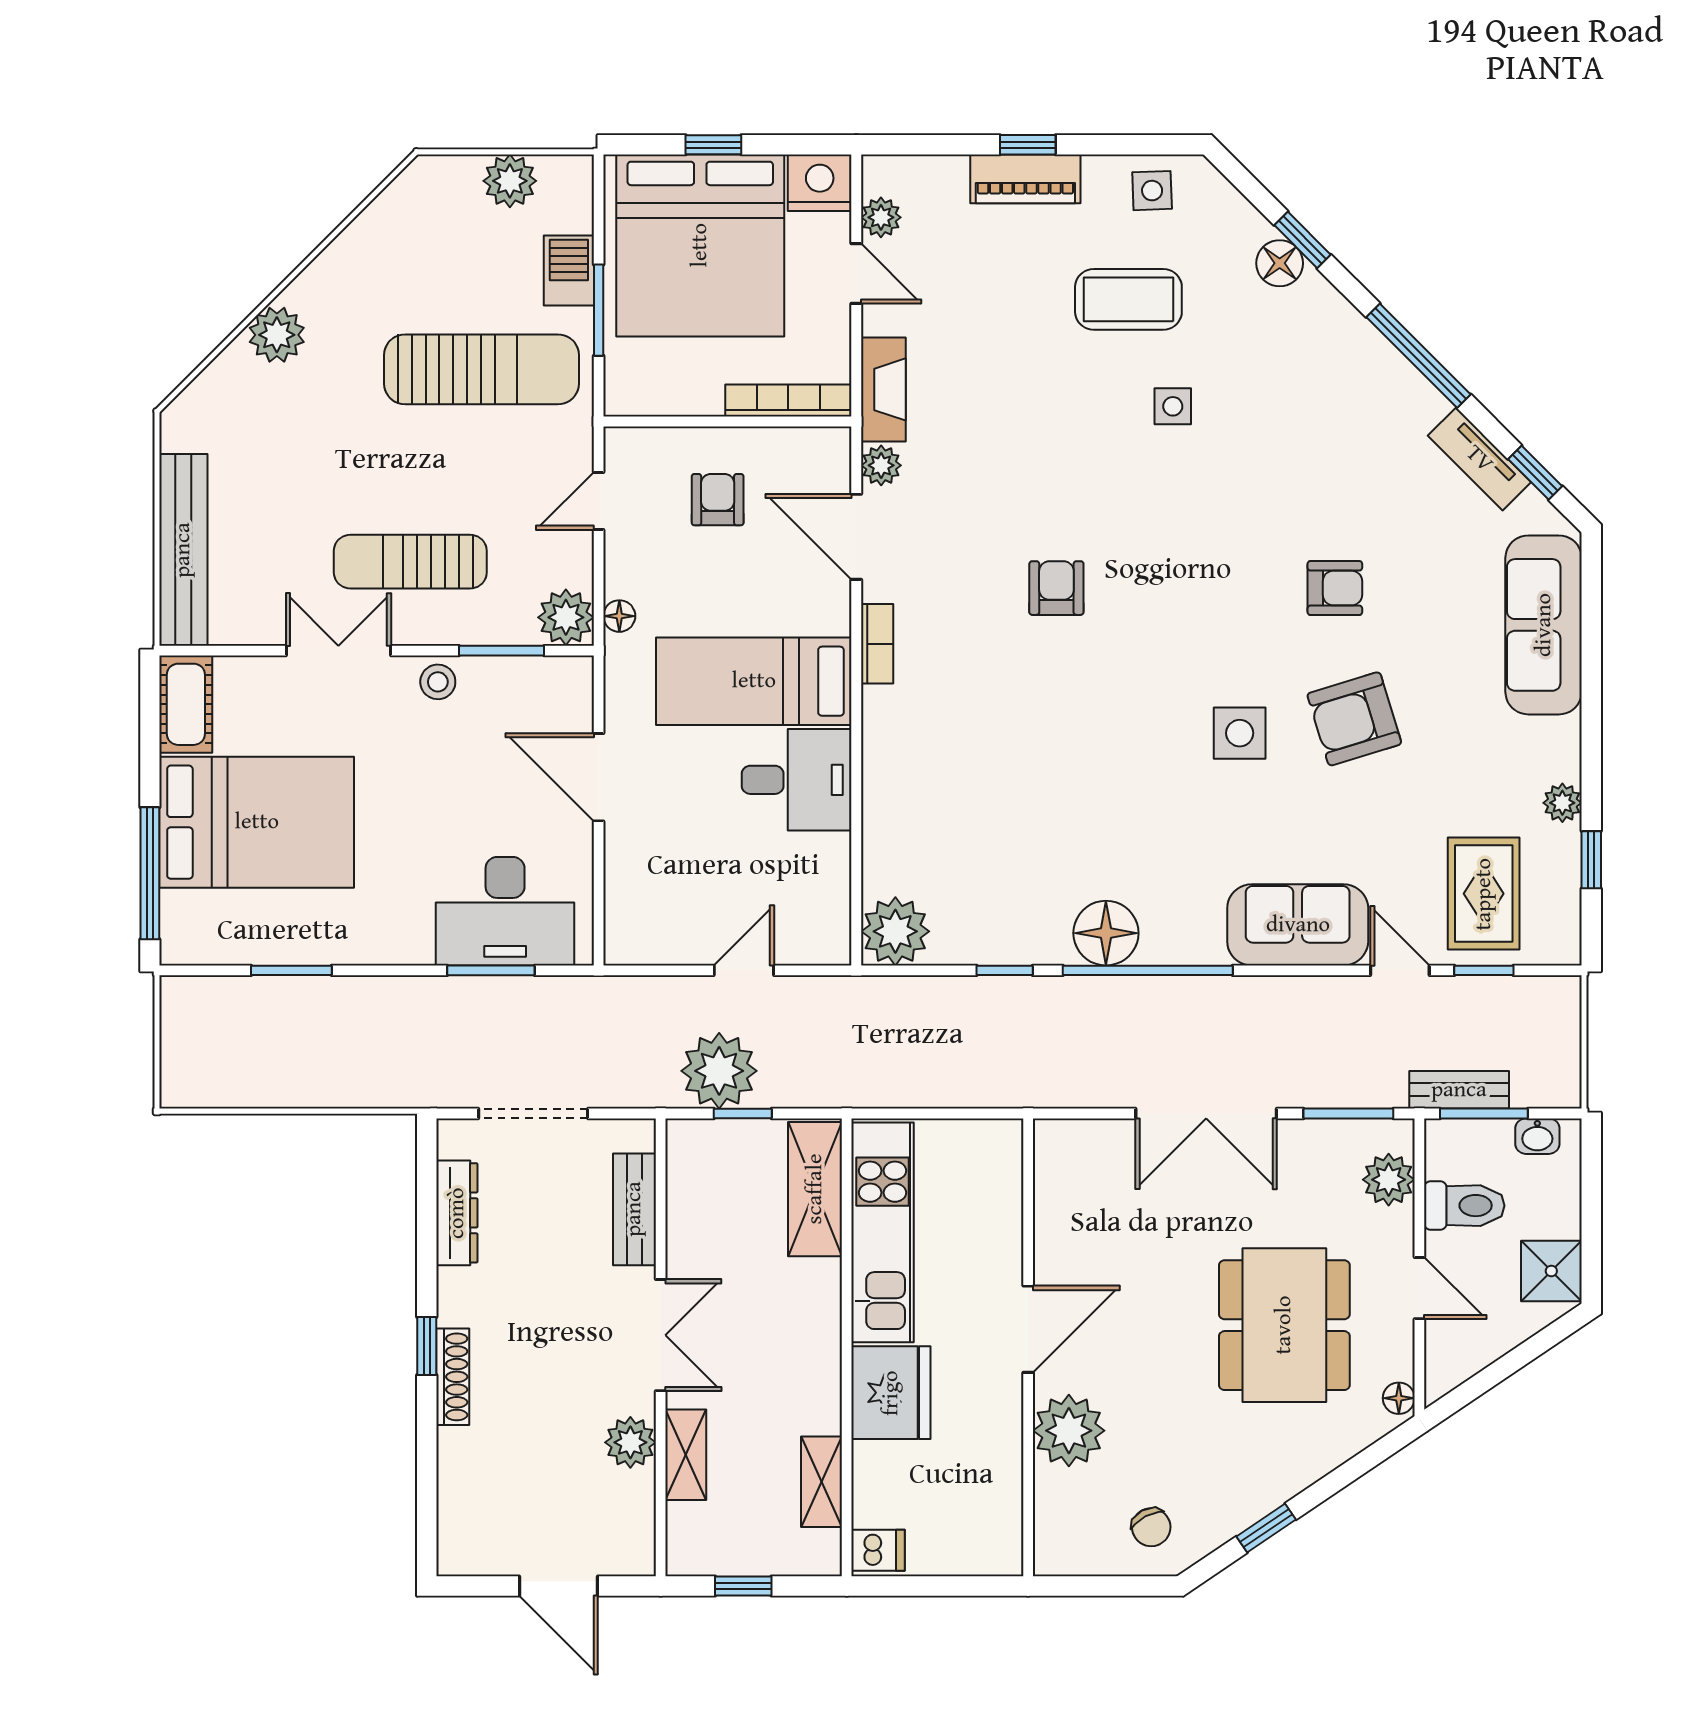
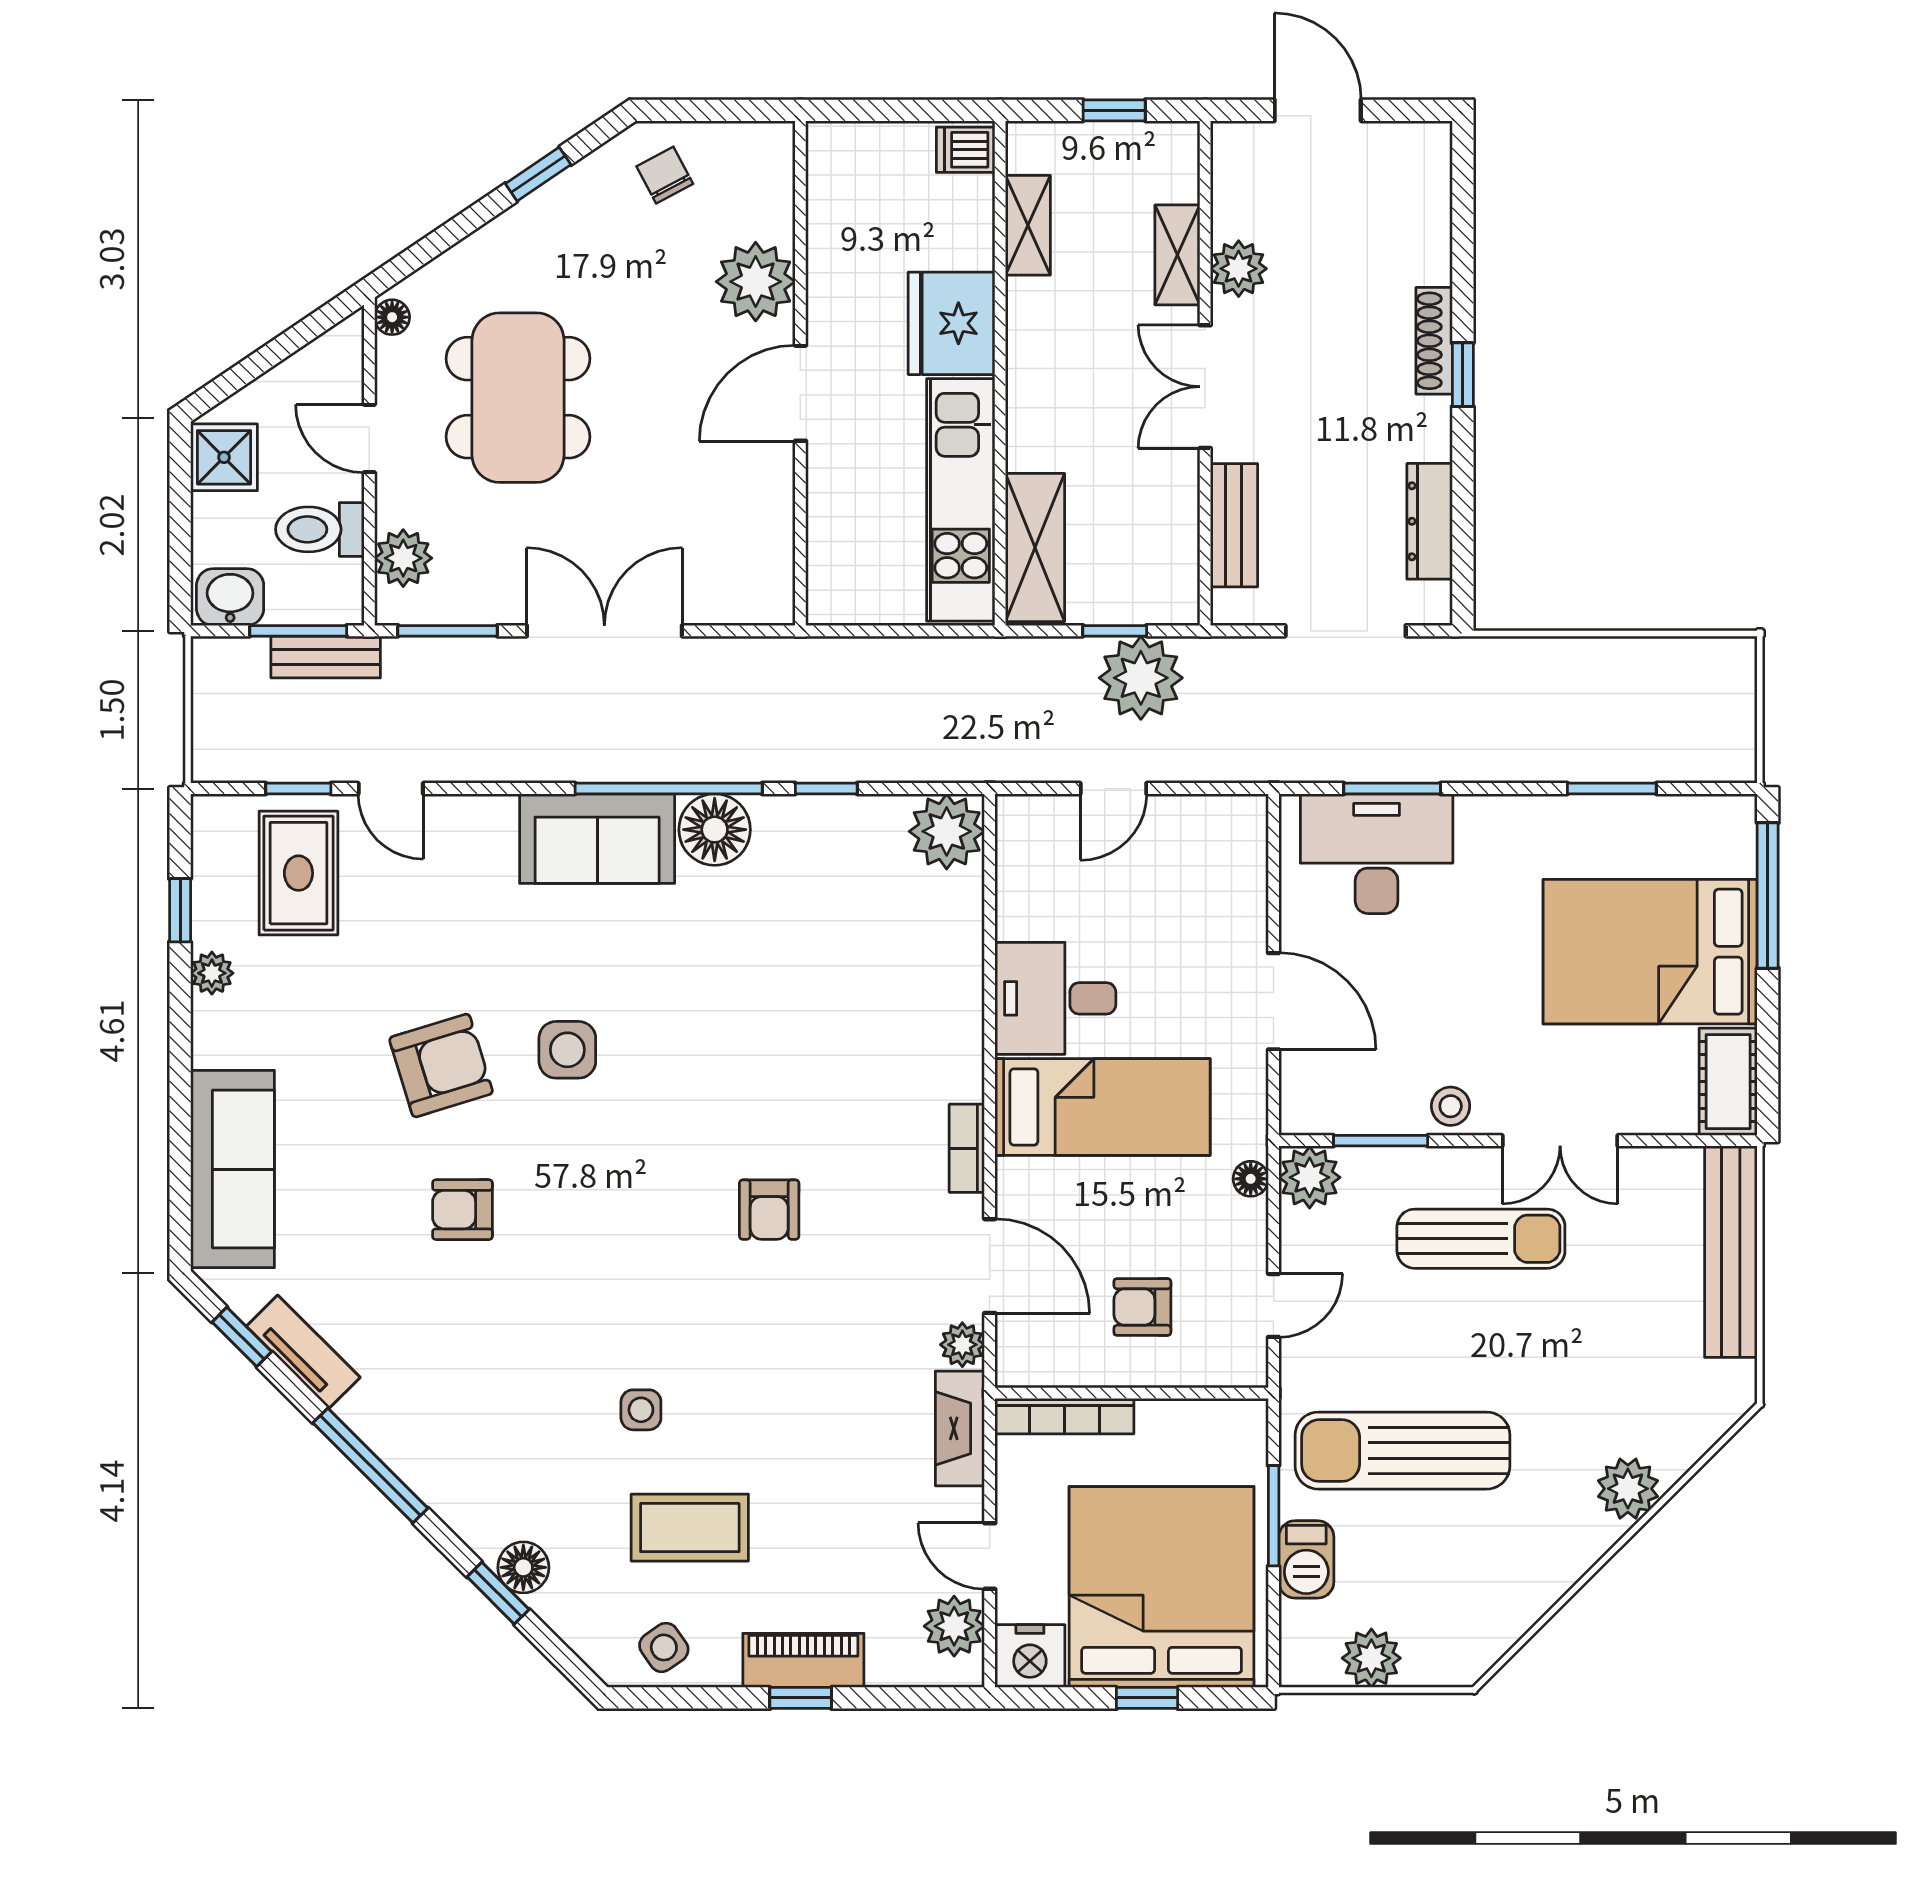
side table: (1152, 191) -> (664, 1647), turned -33
plant: (881, 217) -> (954, 1626), width x1.38, depth x1.38
armchair: (718, 500) -> (1142, 1307), turned 90
sofa: (1298, 925) -> (597, 839), moved
washbasin: (1537, 1136) -> (230, 597), width x1.38, depth x1.45

